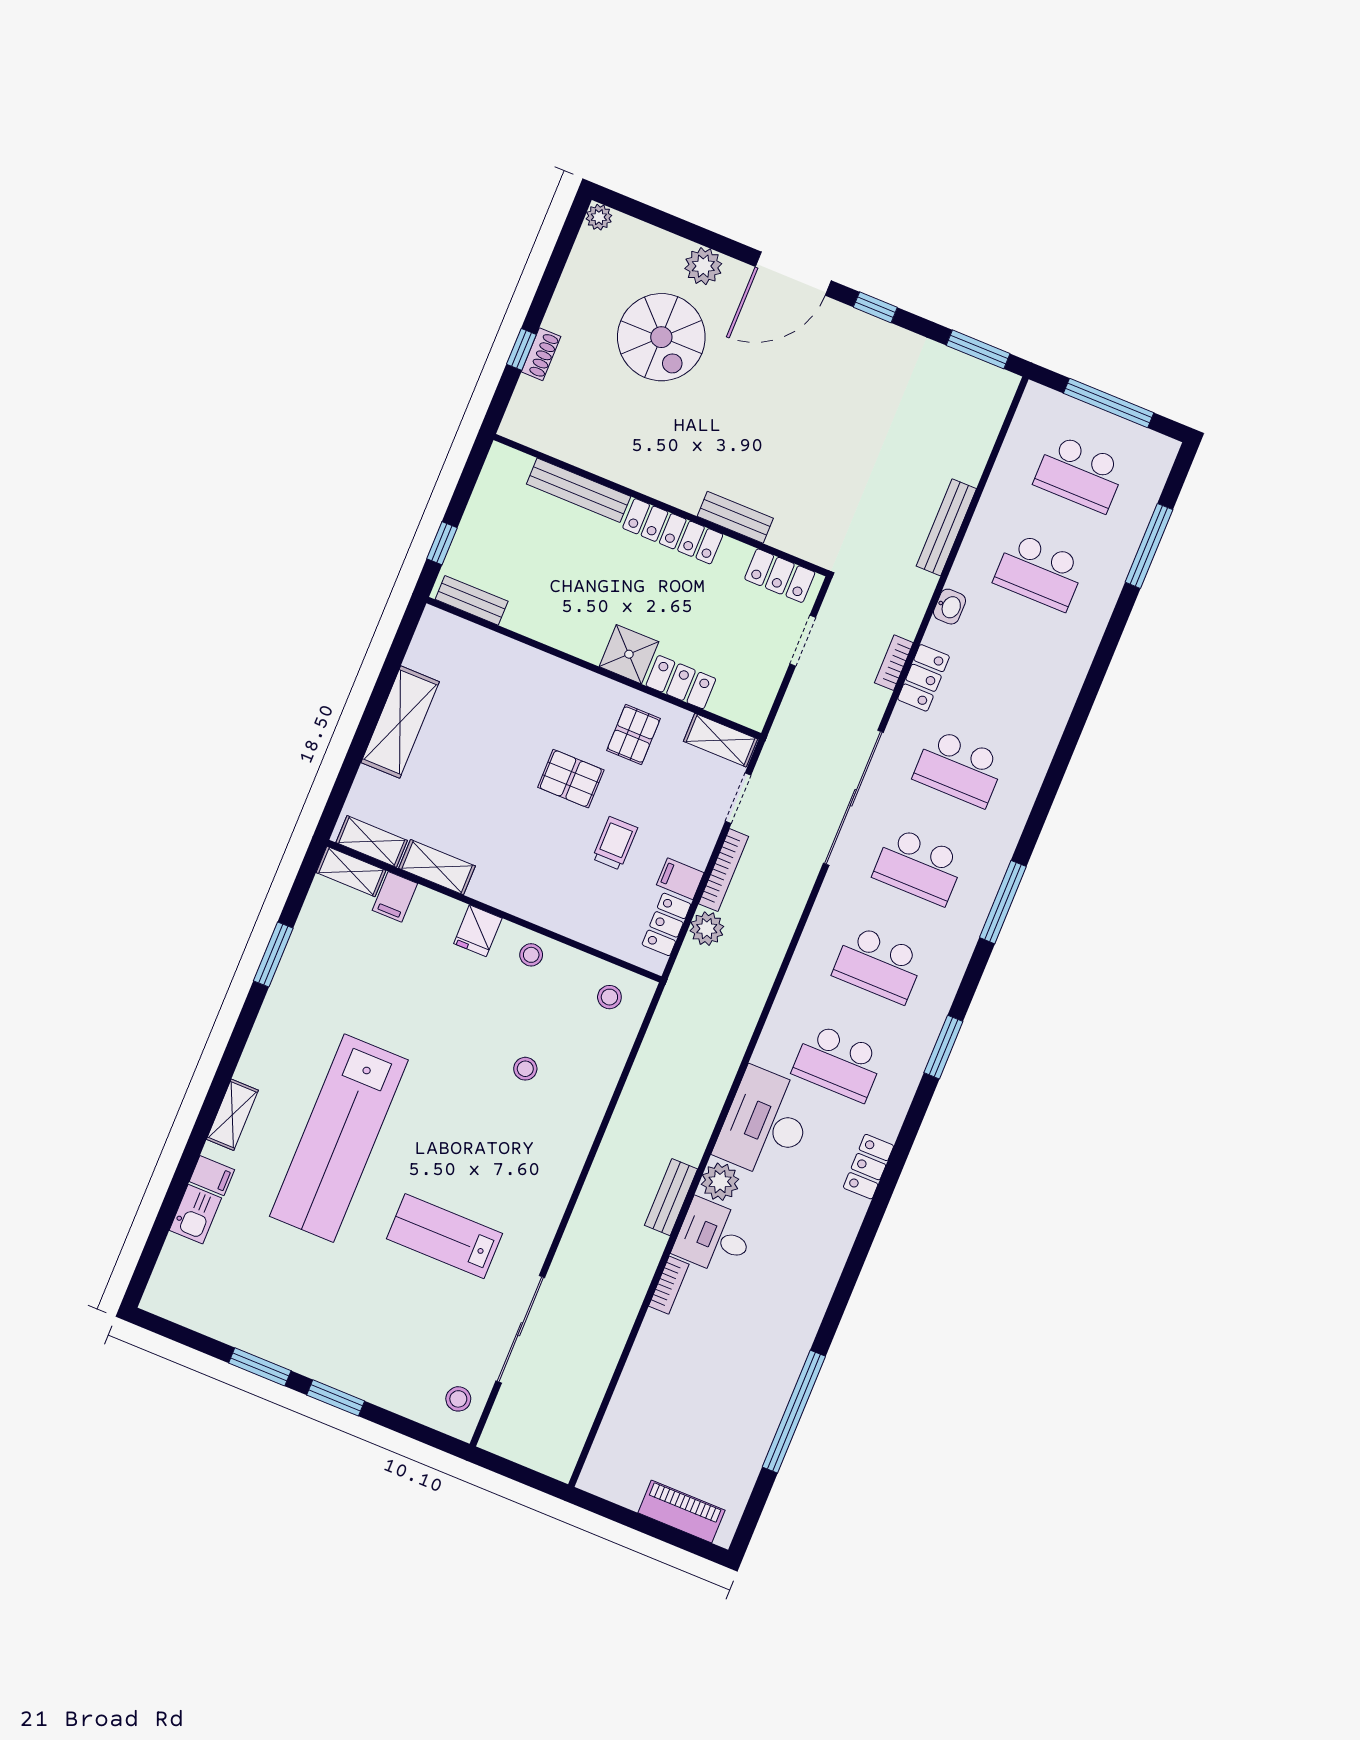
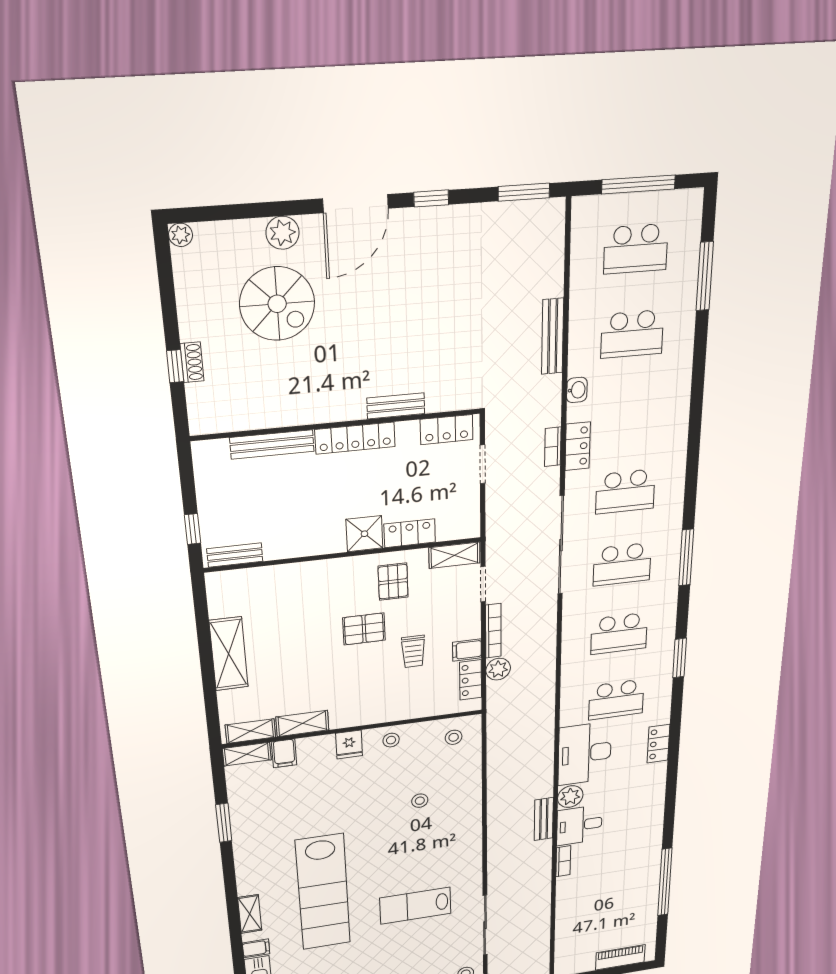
trolley: (615, 843) -> (413, 651), turned 180

